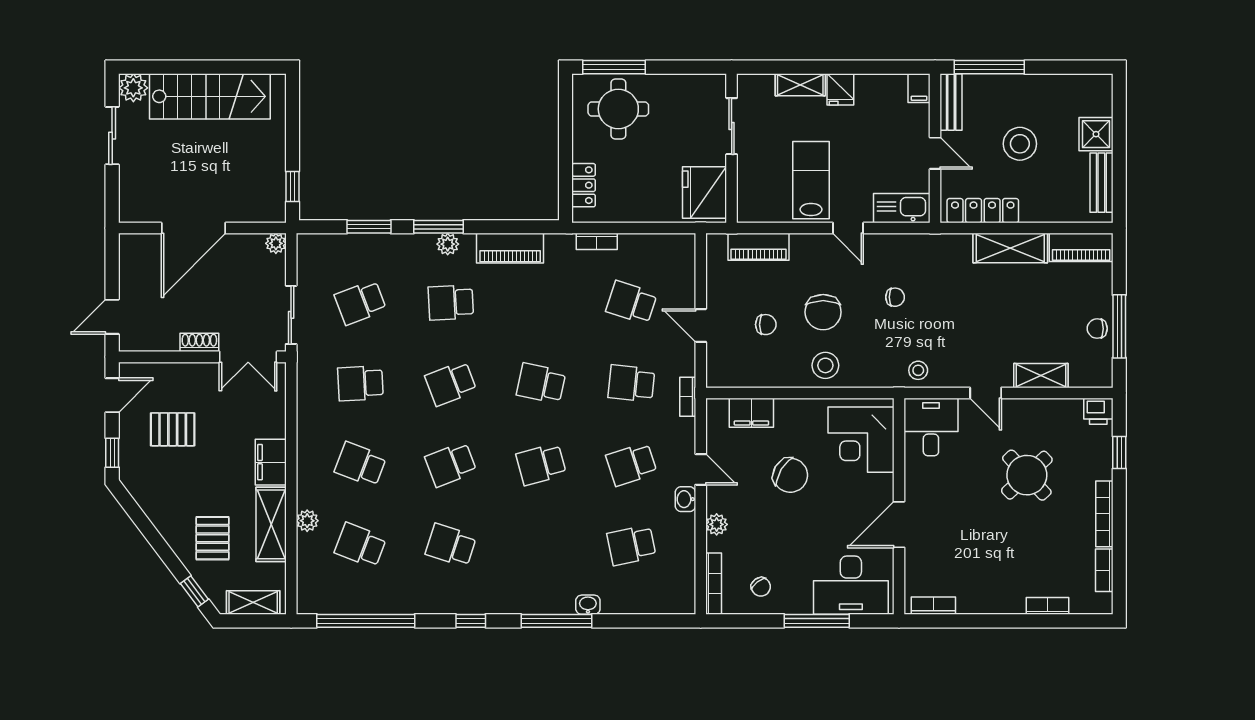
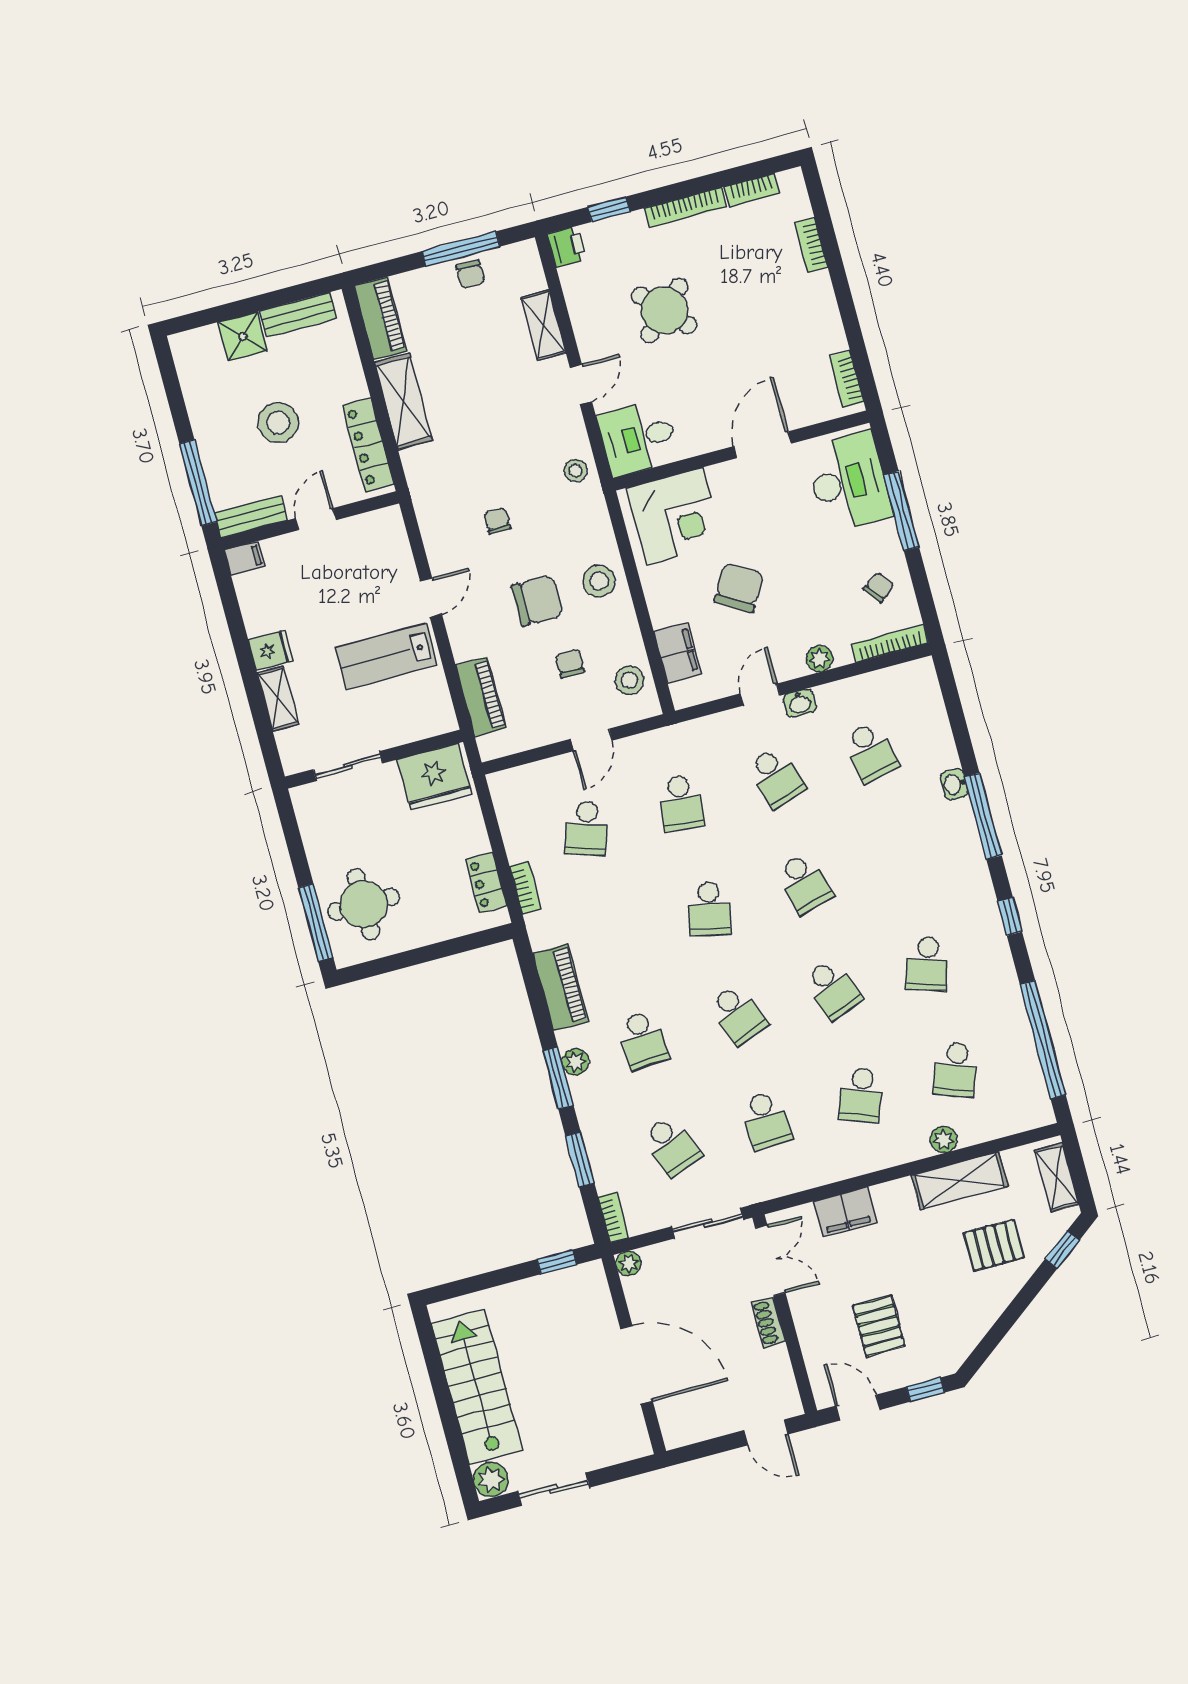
locker: (583, 185) -> (486, 883), moved, turned -90
kitchen sink: (902, 208) -> (391, 541), removed
stool: (740, 369) -> (629, 680), added
bookcase: (688, 397) -> (613, 1217), moved, turned -90
filing cabinet: (271, 462) -> (845, 1212), moved
door: (899, 525) -> (763, 445), swing flipped

